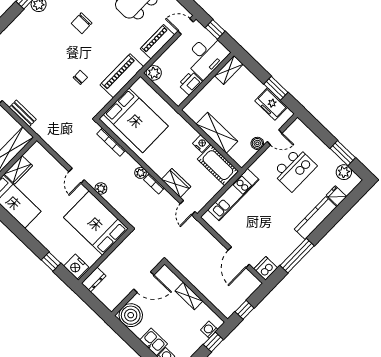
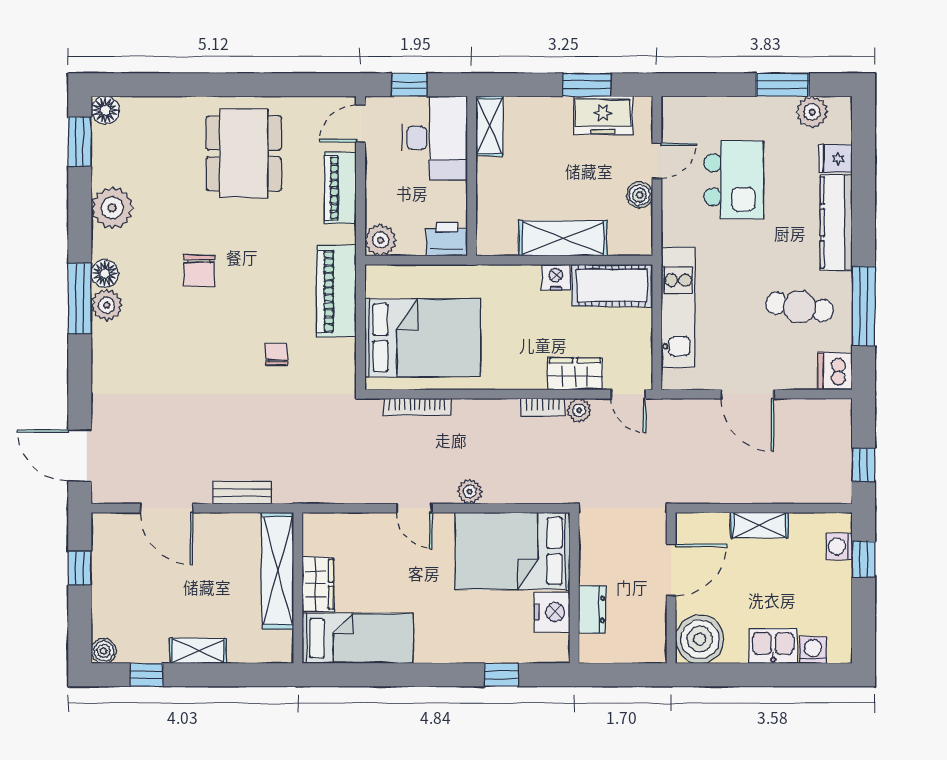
printer: (190, 83) -> (447, 239), moved, turned 90
plant: (141, 173) -> (579, 410), moved
cafe table: (275, 235) -> (799, 307), added
door: (239, 257) -> (747, 394), moved
nightstand: (76, 267) -> (552, 612), moved, turned -90
dresser: (94, 280) -> (592, 609), moved

